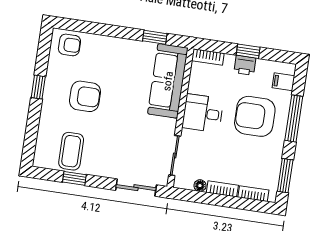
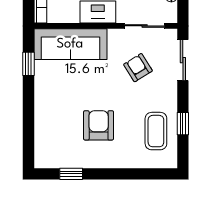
armchair: (69, 45) -> (138, 68), moved, turned -32
window: (38, 87) -> (71, 174), moved
coffee table: (71, 151) -> (156, 131), turned 90

